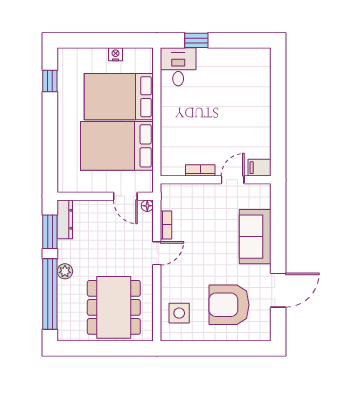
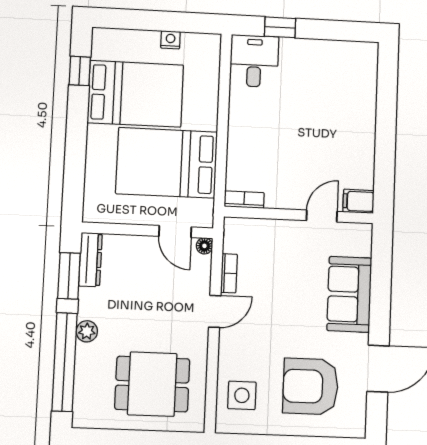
bed: (119, 97) -> (135, 94), moved, turned 180
bookcase: (200, 170) -> (244, 200), moved
dining table: (114, 307) -> (152, 384), width x0.73

